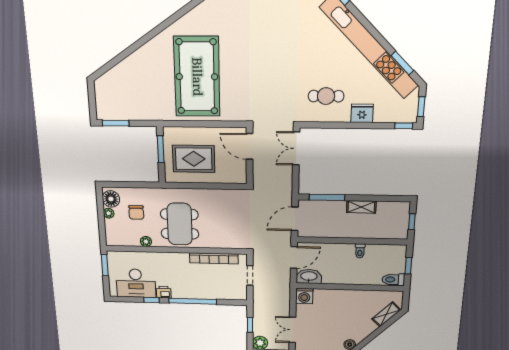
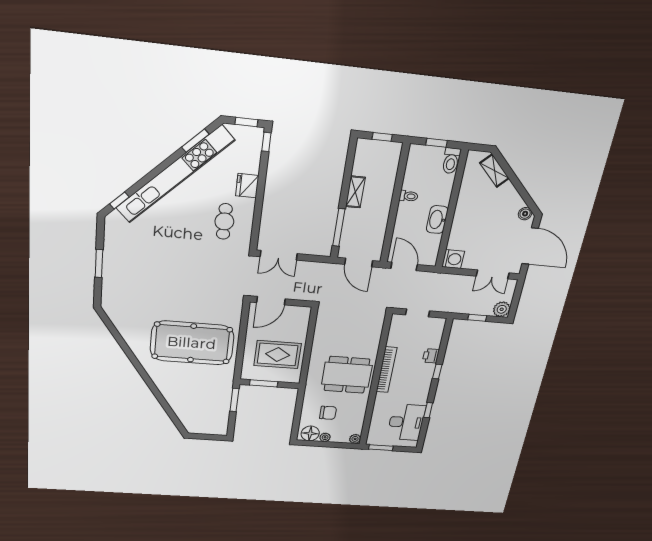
window: (116, 123) -> (234, 400), moved
rug: (194, 159) -> (278, 355), turned 90
plant: (146, 242) -> (355, 439), moved
bookcase: (214, 258) -> (386, 370), moved
washbasin: (309, 276) -> (437, 220), moved
printer: (164, 292) -> (431, 356), moved
window: (193, 301) -> (437, 372), width x0.32

